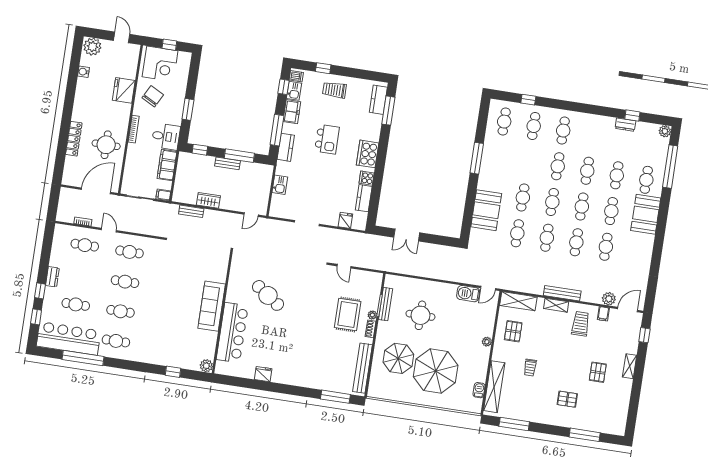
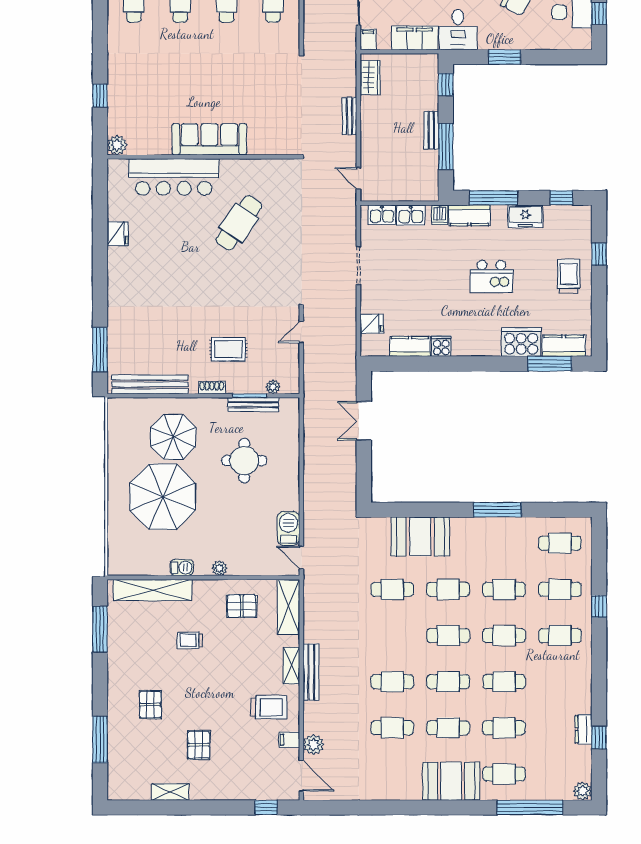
dishwasher: (296, 76) -> (440, 215), moved
kitchen sink: (294, 91) -> (382, 215), moved
window: (528, 100) -> (599, 606), moved
cooker: (368, 154) -> (521, 342), moved
wardrobe: (208, 200) -> (370, 77), moved
bench: (191, 211) -> (350, 116), moved
cafe table: (547, 238) -> (504, 589), moved
rug: (348, 314) -> (228, 349), width x0.73, depth x0.70
plant: (372, 315) -> (273, 387), moved
shelving: (630, 366) -> (170, 792), moved
pallet: (598, 372) -> (199, 745), turned 90
barbecue: (479, 390) -> (182, 568), moved

